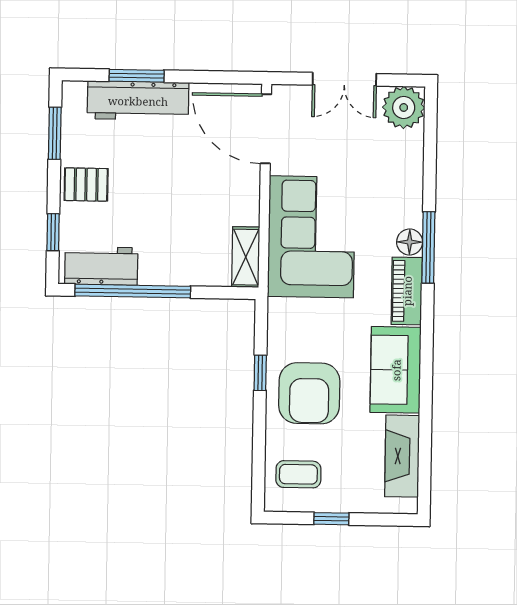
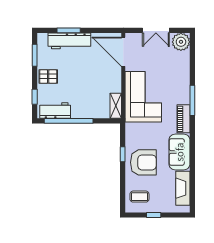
floor lamp: (410, 242) -> (184, 98), removed
armchair: (309, 393) -> (143, 162), turned -90

